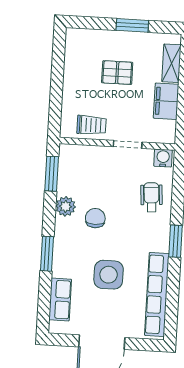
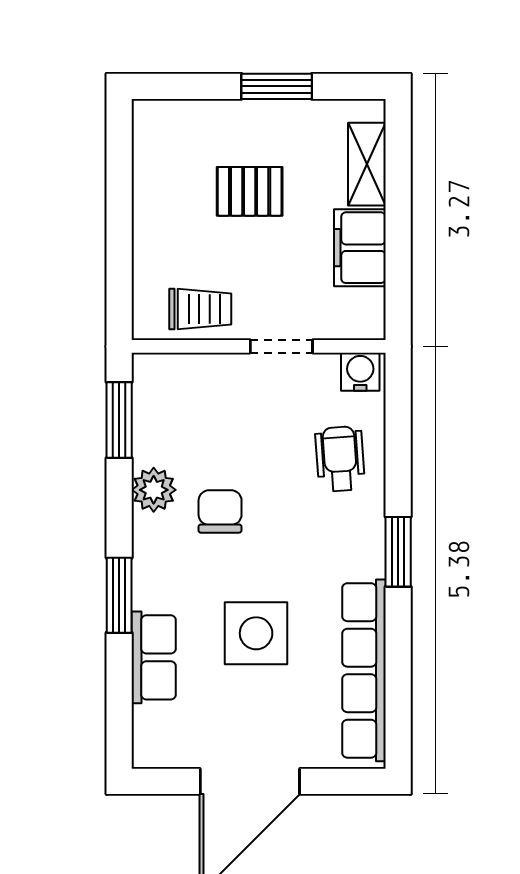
row of seats: (60, 299) -> (154, 657), moved

